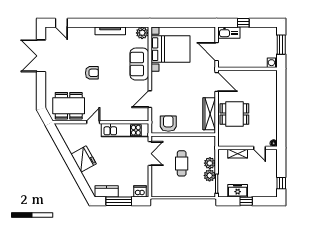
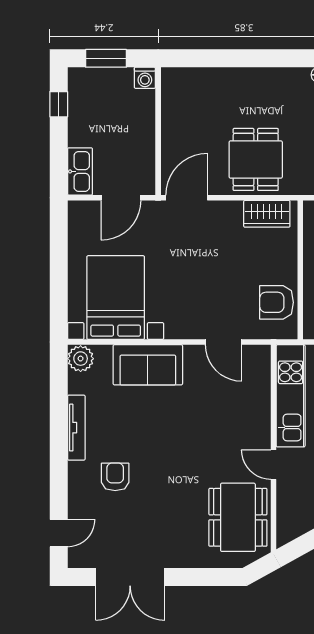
window: (243, 23) -> (59, 104), moved
armchair: (92, 73) -> (115, 477), moved
wardrobe: (209, 114) -> (267, 214), width x0.67

